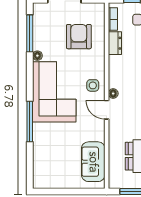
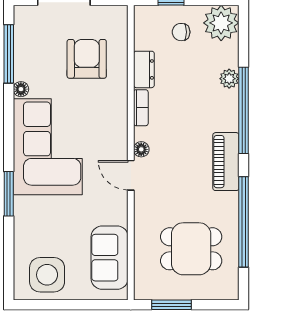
bookcase: (113, 19) -> (141, 108), moved
side table: (93, 85) -> (47, 275), moved, width x1.87, depth x1.87
window: (30, 121) -> (9, 194), width x0.69

